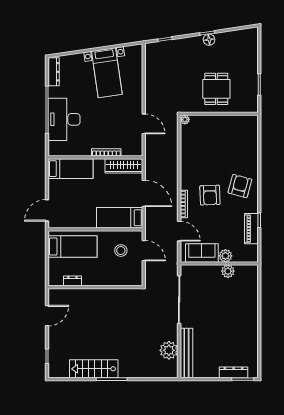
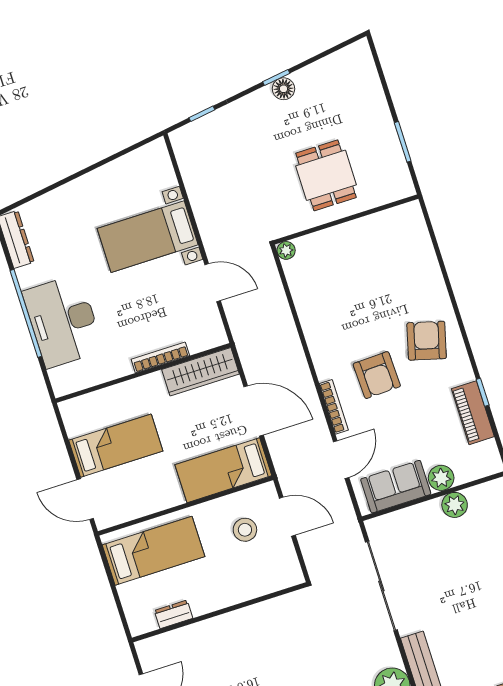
bed with nightstands: (107, 73) -> (148, 237), moved, turned 98
bed: (71, 169) -> (116, 446), moved
door: (47, 210) -> (85, 499), hinge flipped
door: (179, 231) -> (341, 460), hinge flipped

